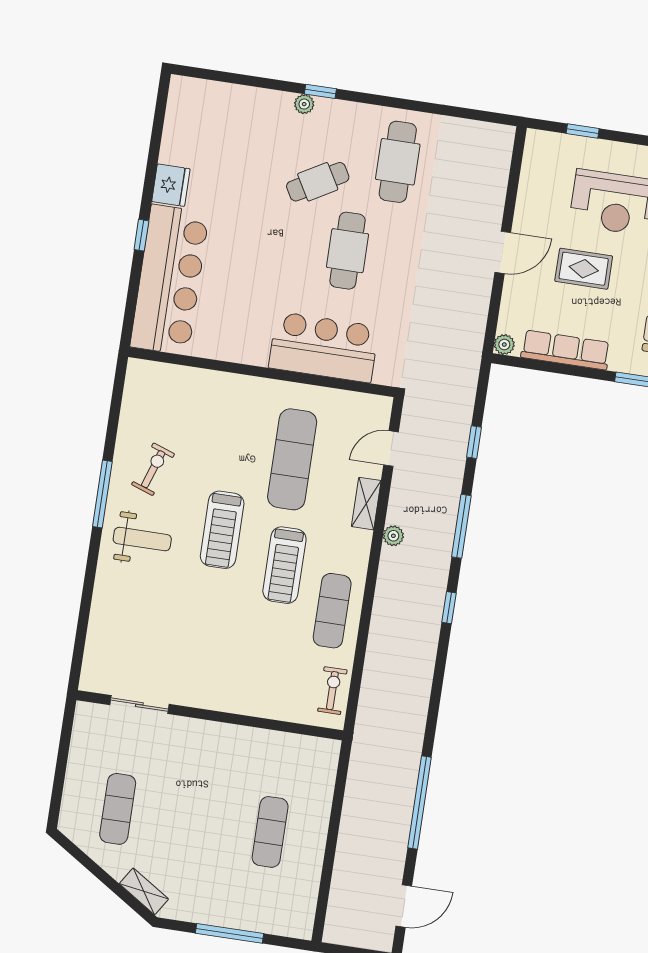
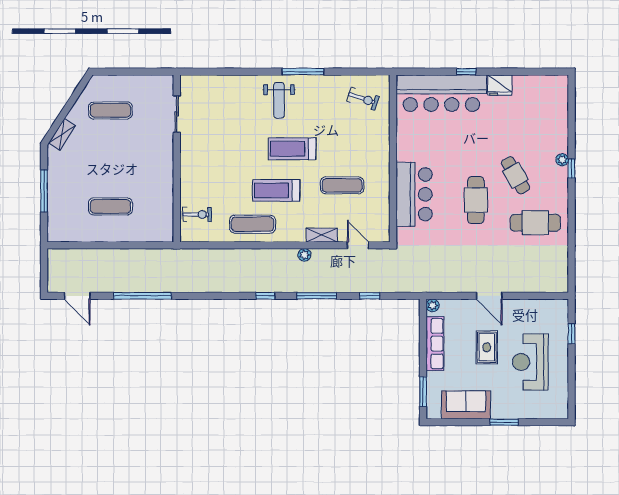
cafe table: (347, 251) -> (476, 200), turned 90
exercise mat: (292, 459) -> (342, 185), width x0.73, depth x0.69
exercise bike: (153, 469) -> (363, 99), moved
exercise bike: (332, 691) -> (197, 214), moved

